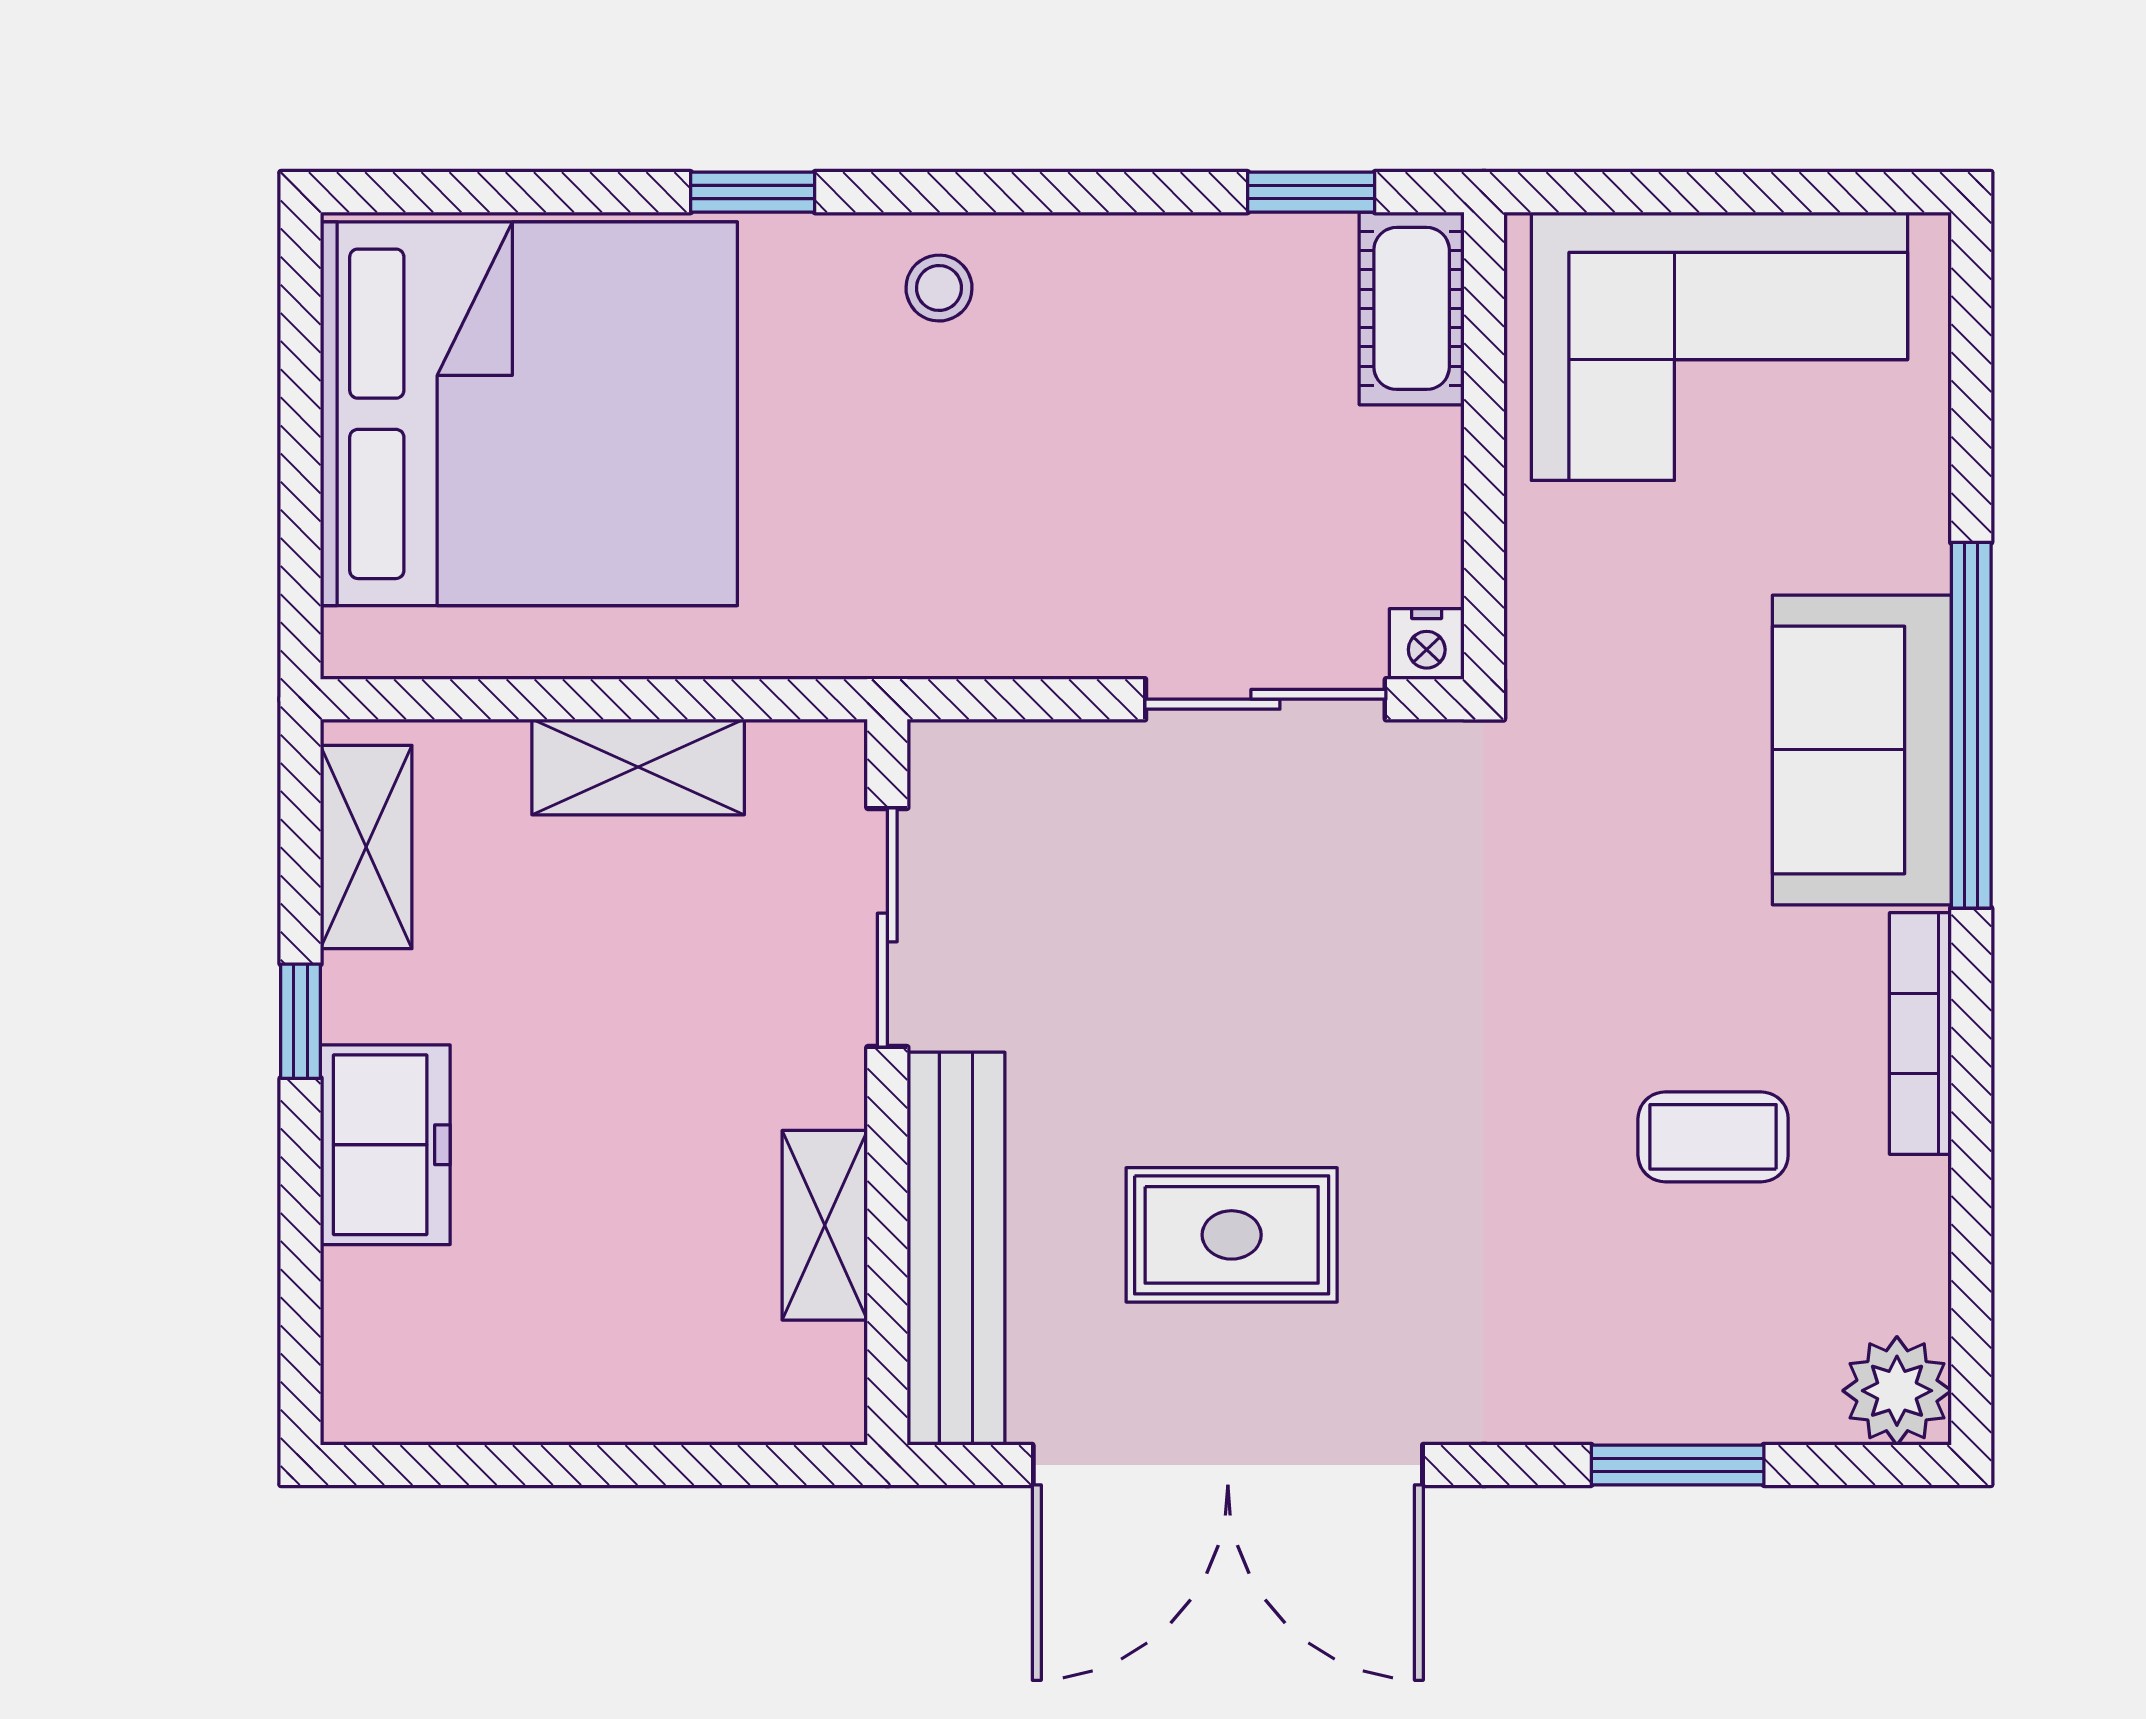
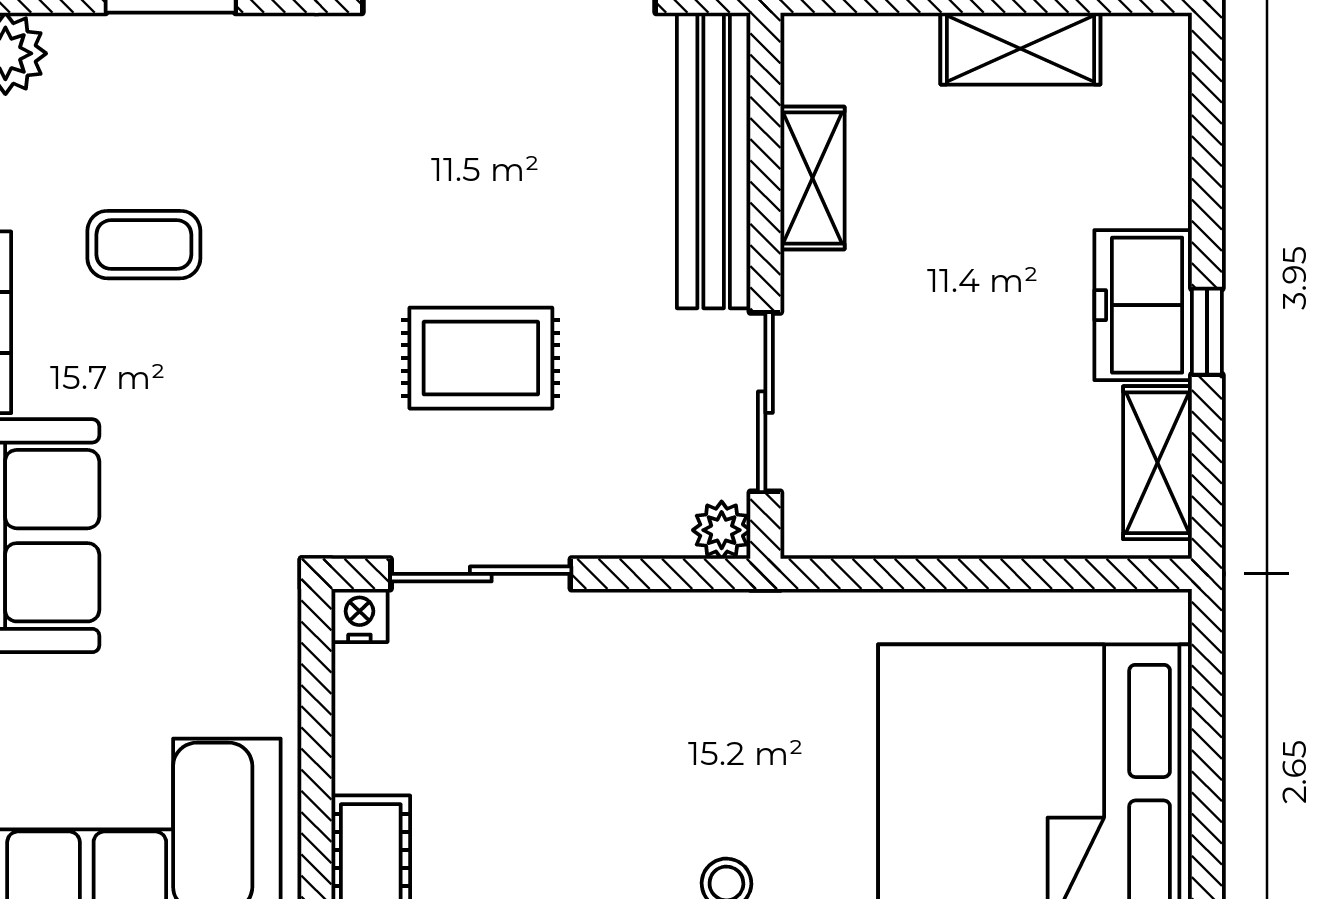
plant: (945, 757) -> (722, 530), added
shelving: (638, 767) -> (1020, 49), moved
freezer: (385, 1145) -> (1143, 305), moved
rug: (1232, 1235) -> (481, 358), moved

